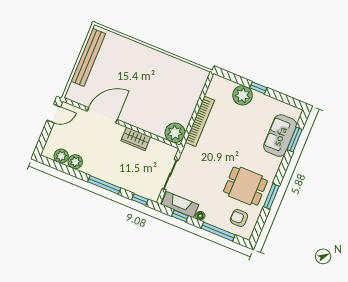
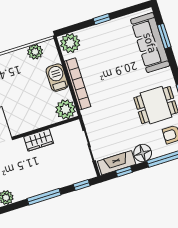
plant: (188, 71) -> (35, 52), added
plant: (243, 95) -> (70, 43), moved
barbecue: (188, 104) -> (57, 78), added
sofa: (280, 136) -> (150, 43), width x1.36
floor lamp: (200, 216) -> (143, 153), width x1.89, depth x1.89

